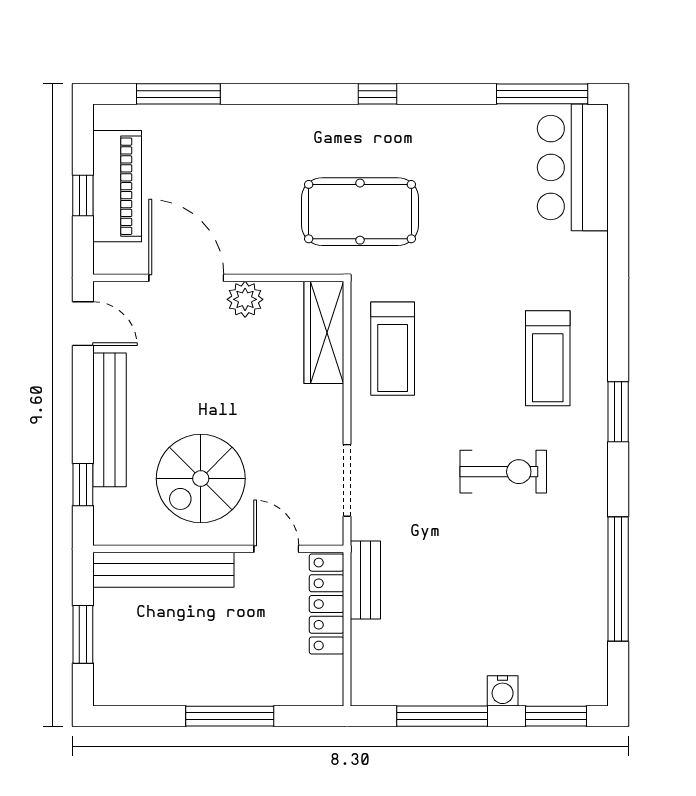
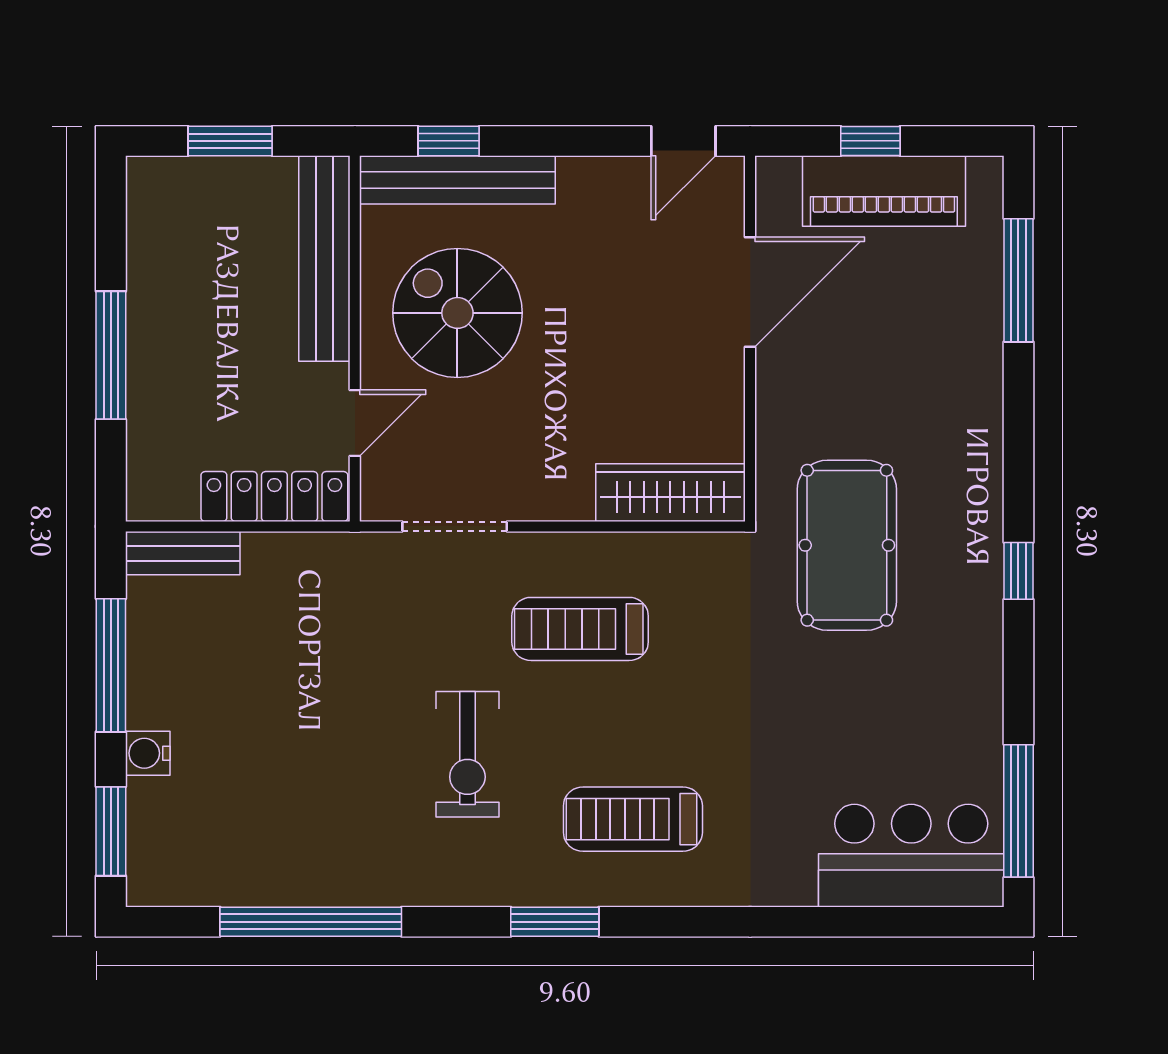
plant: (245, 299) -> (719, 378), removed
treadmill: (393, 349) -> (580, 629), moved
bench: (110, 420) -> (457, 180), moved
bench: (365, 580) -> (183, 553), moved

